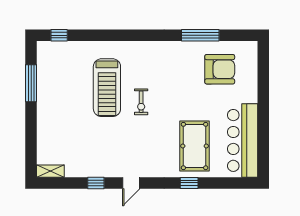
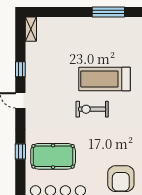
exercise bike: (141, 102) -> (92, 109), width x1.38, depth x1.39

